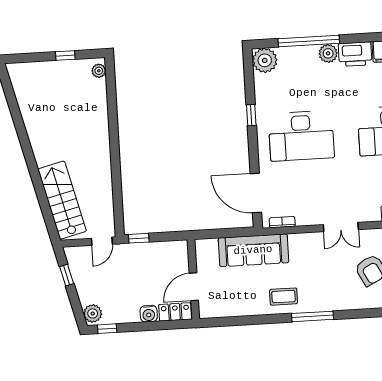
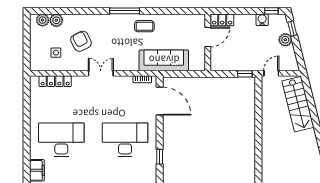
window: (67, 275) -> (292, 28), moved
plant: (93, 313) -> (285, 40), moved
water cooler: (149, 314) -> (262, 20), moved

